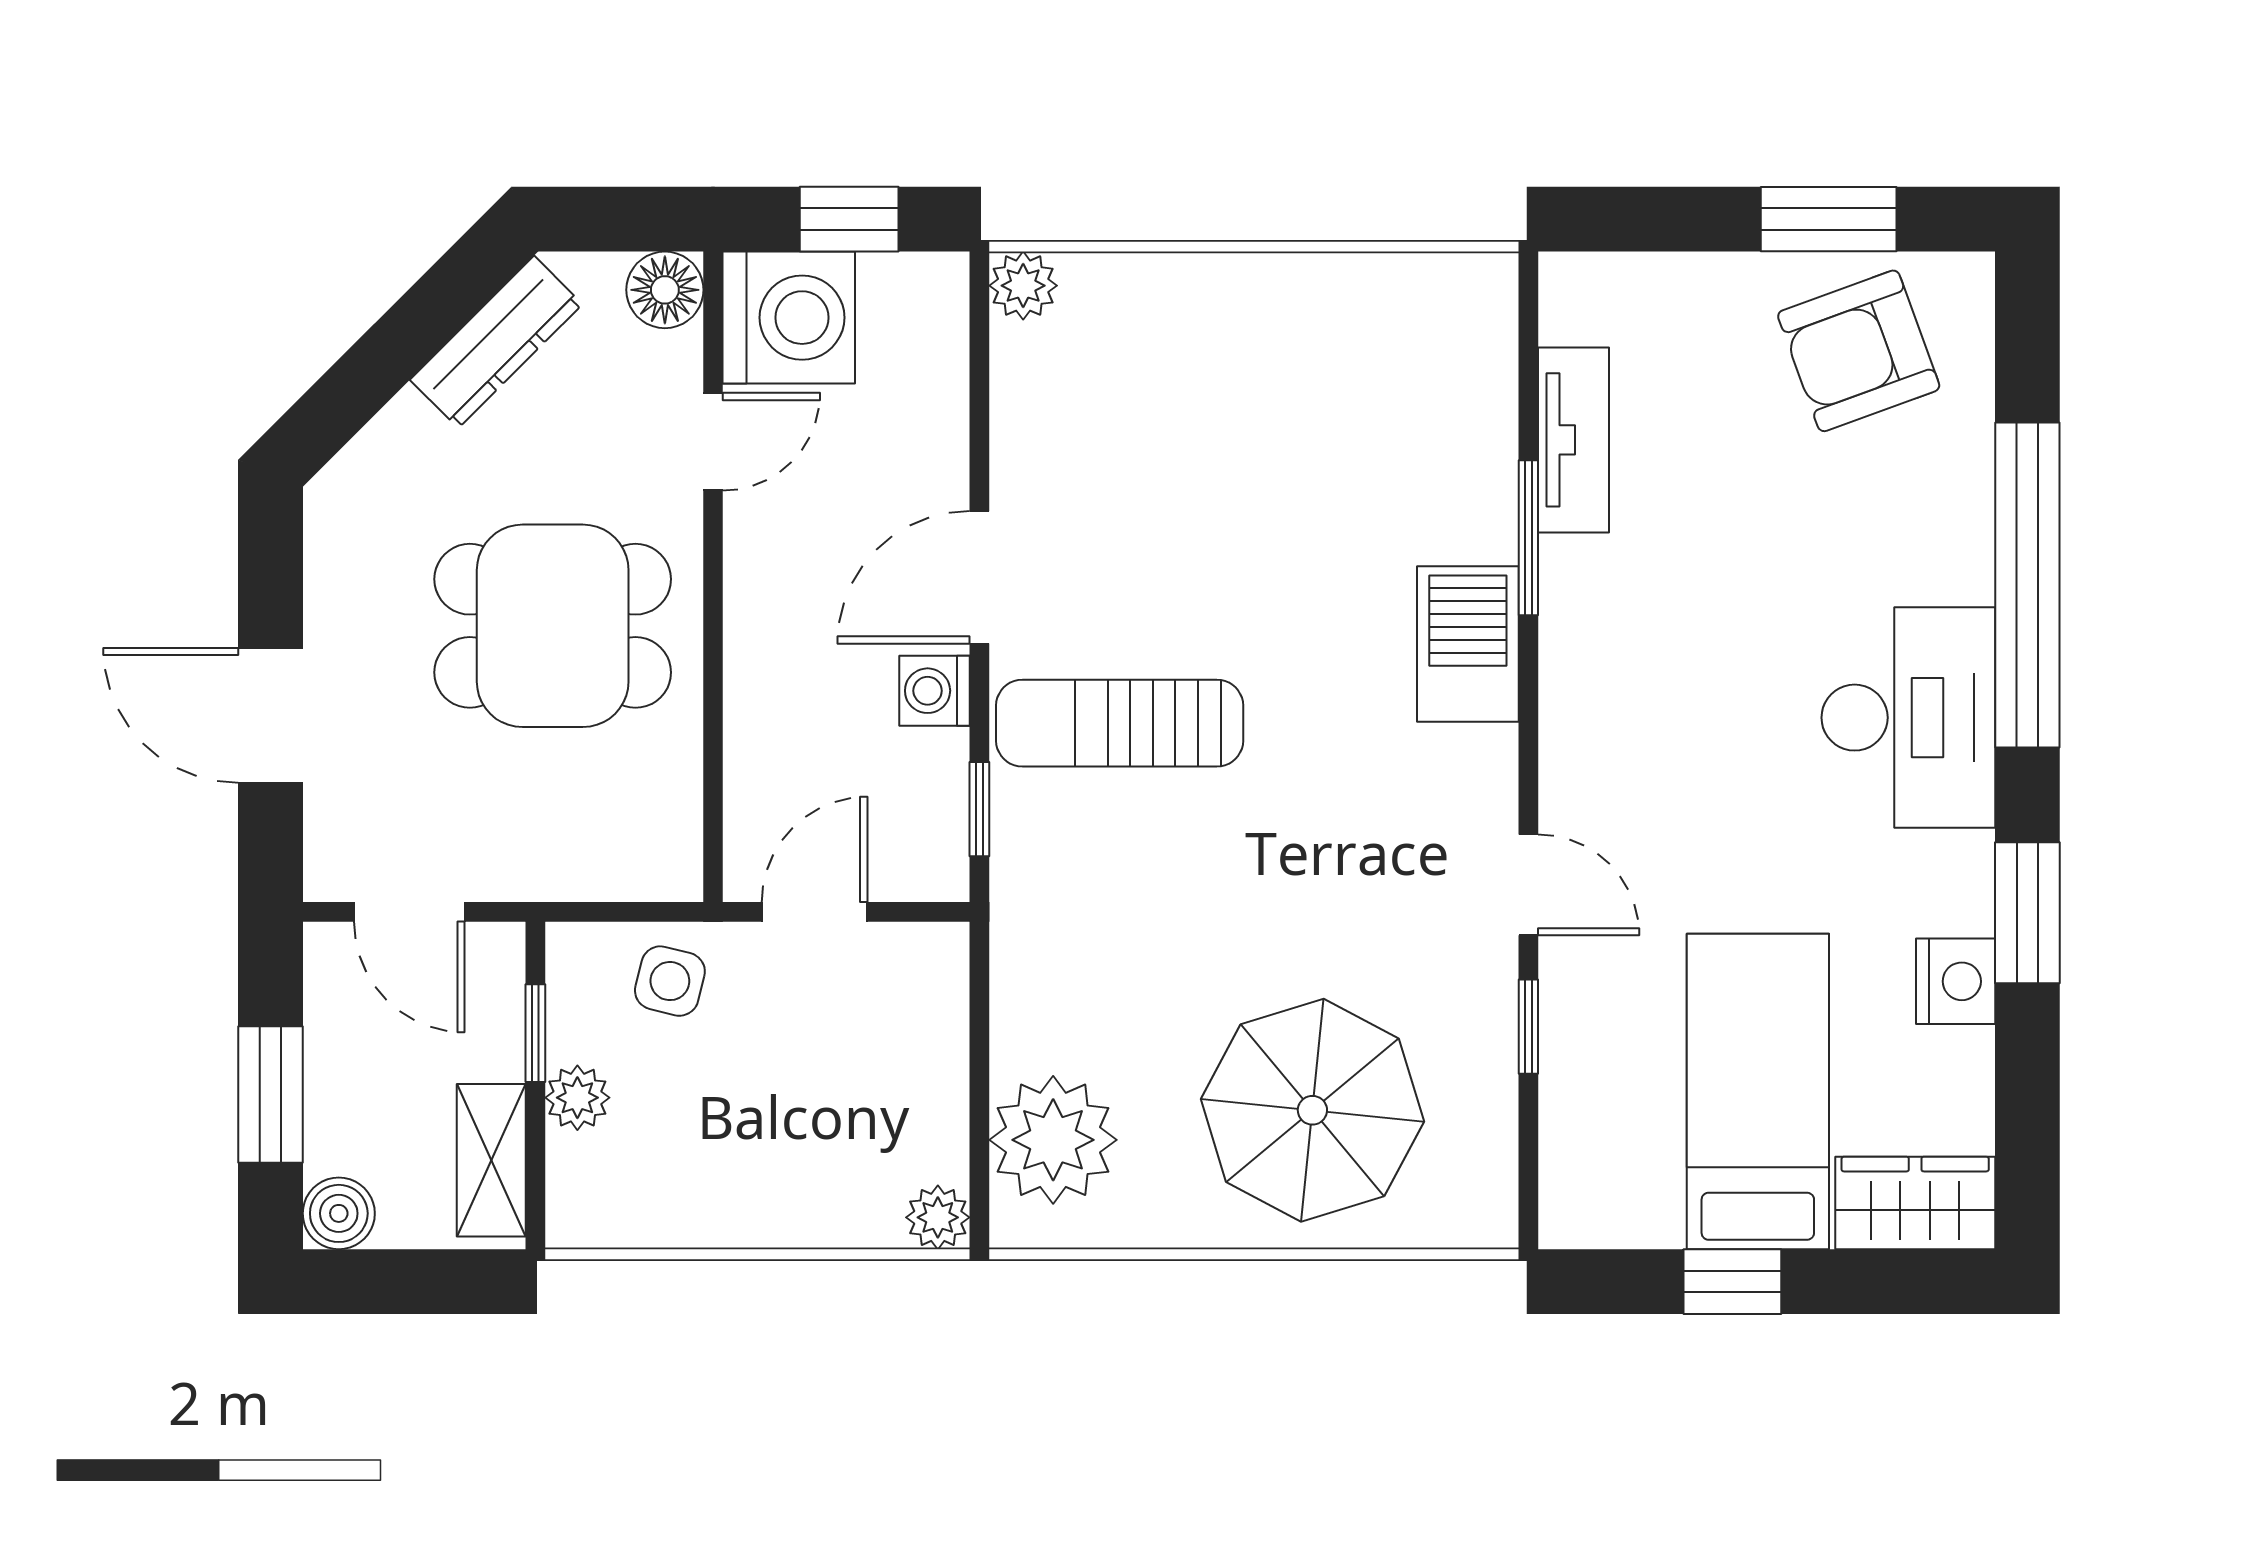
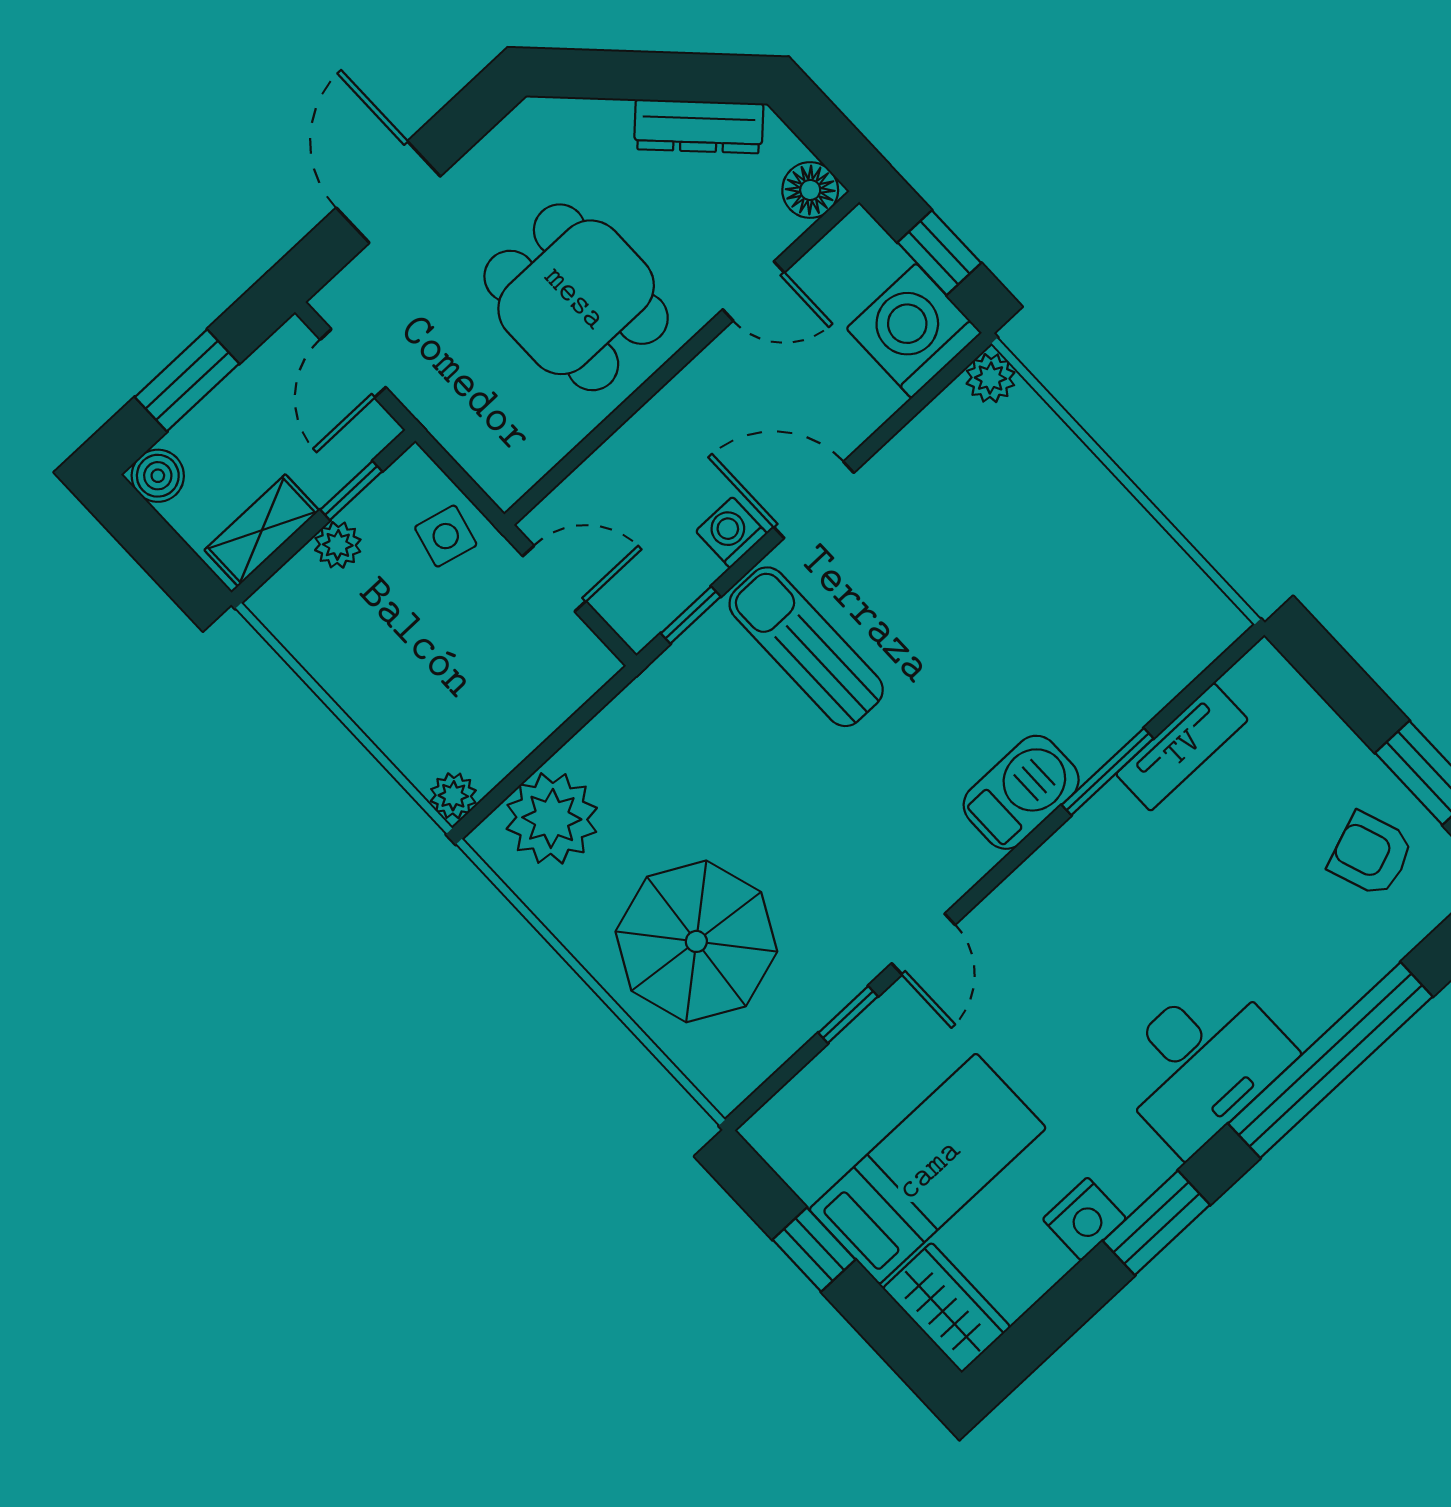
washing machine: (789, 318) -> (914, 331), moved, turned 180
armchair: (1859, 351) -> (1371, 854), width x0.72, depth x0.72

